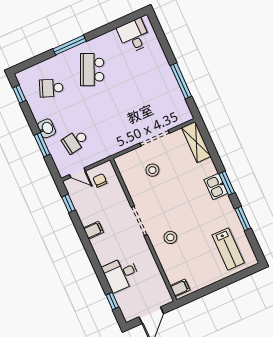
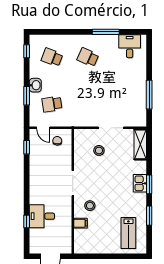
window: (70, 45) -> (106, 32), moved
school desk: (92, 70) -> (88, 57), width x0.54
filing cabinet: (93, 230) -> (36, 175), removed
filing cabinet: (180, 288) -> (80, 223), moved
window: (112, 301) -> (27, 221), moved

